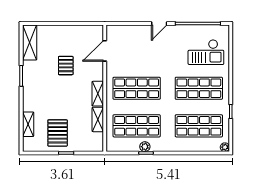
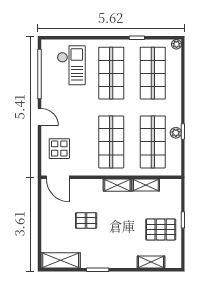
display table: (131, 41) -> (59, 149), added
door: (105, 51) -> (58, 177), moved

